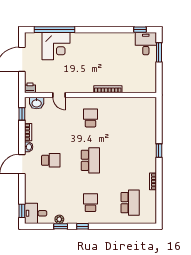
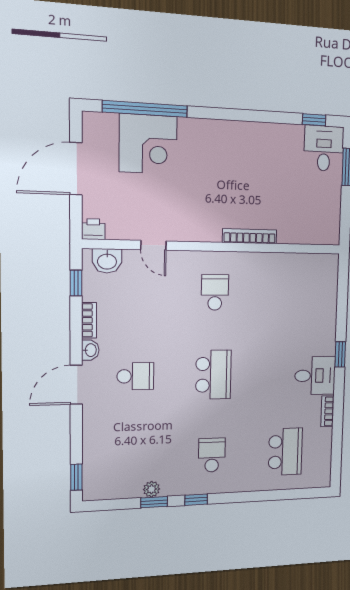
desk: (36, 213) -> (315, 376), moved, turned 180

